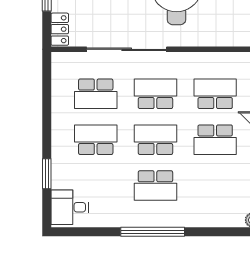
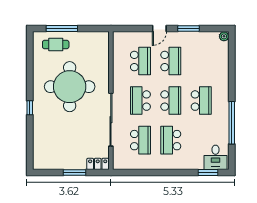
school desk: (215, 94) -> (140, 61), turned 180
school desk: (155, 140) -> (171, 101), turned 180
window: (47, 174) -> (208, 173), moved
window: (153, 232) -> (232, 123), moved

